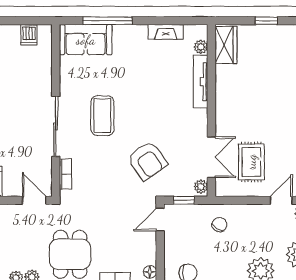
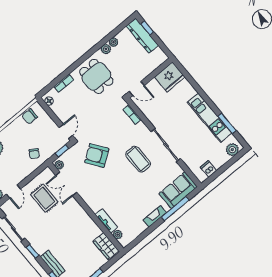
fireplace: (166, 32) -> (155, 216), moved
tv unit: (201, 82) -> (106, 221), width x0.71
sliding door: (56, 126) -> (166, 145), moved

